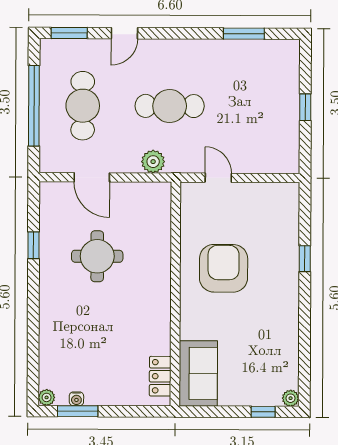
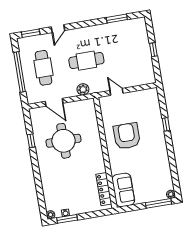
round table: (97, 256) -> (64, 141), width x1.36, depth x1.36
locker: (160, 376) -> (104, 189), width x1.53
window: (263, 412) -> (159, 203), width x2.17

